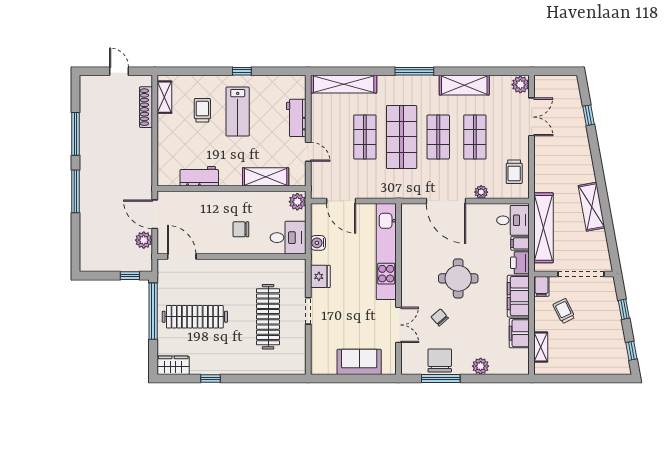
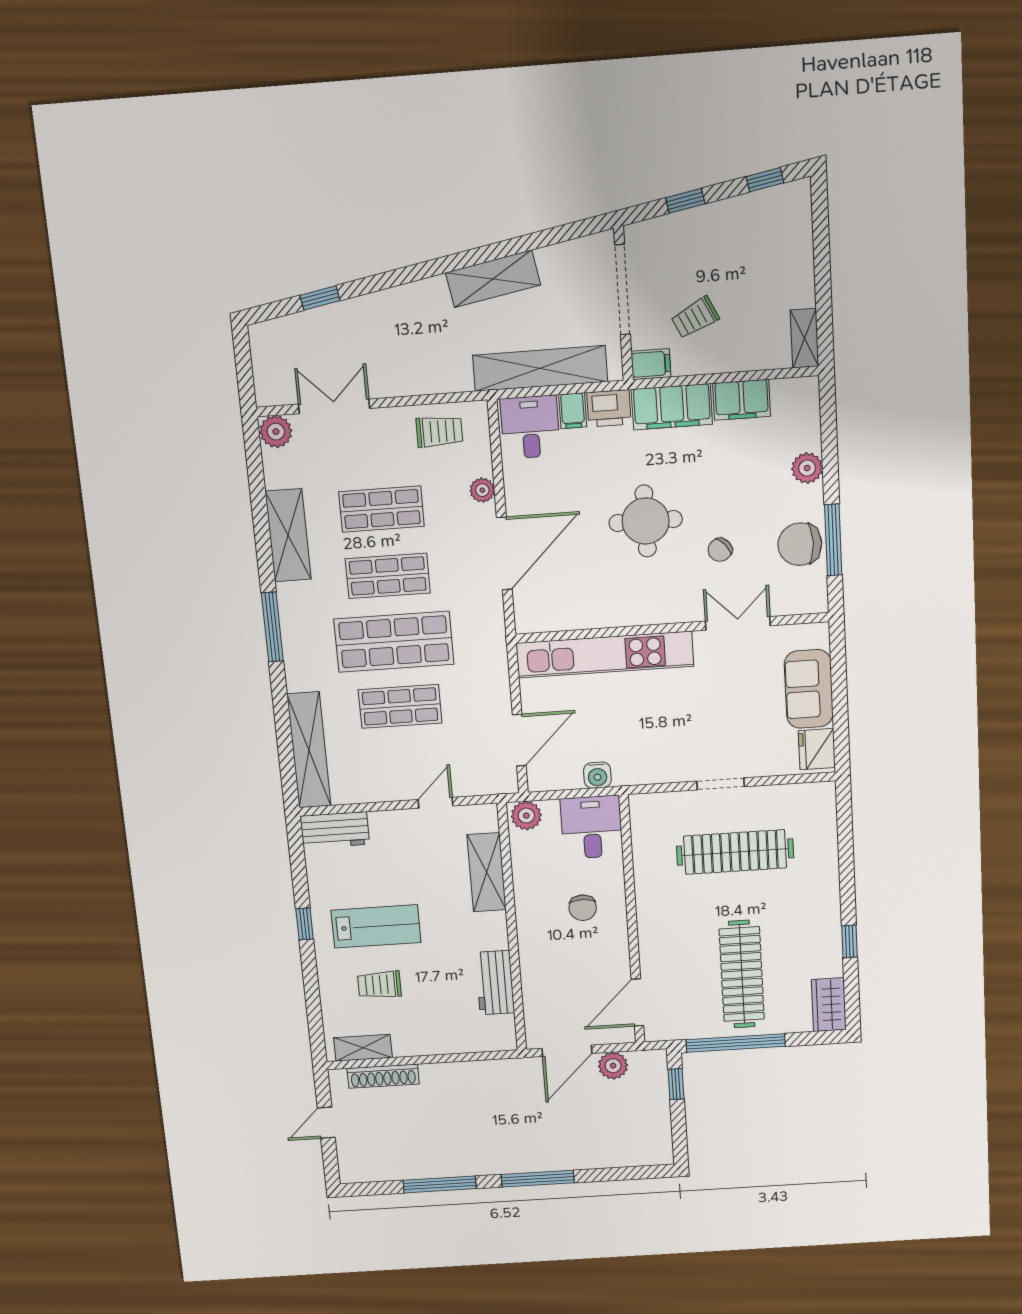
workbench: (296, 118) -> (335, 830), moved
fridge: (320, 276) -> (817, 749), moved, turned -90
shelving: (541, 347) -> (804, 338), moved, turned 90

